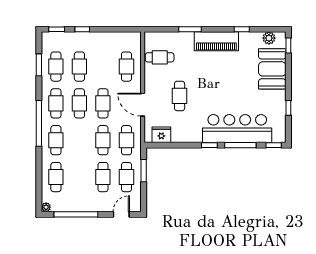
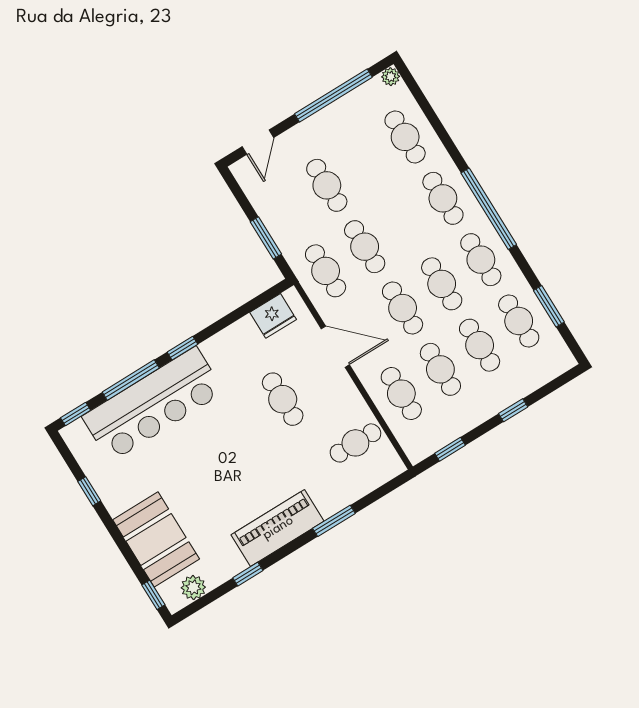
window: (57, 29) -> (450, 449), moved
cafe table: (126, 177) -> (440, 369), moved

